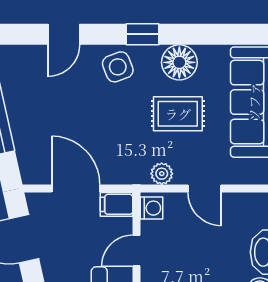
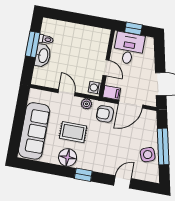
side table: (118, 67) -> (148, 155), moved
armchair: (122, 161) -> (105, 114), added
door: (76, 188) -> (130, 104), hinge flipped
door: (136, 251) -> (106, 68), hinge flipped

